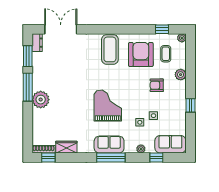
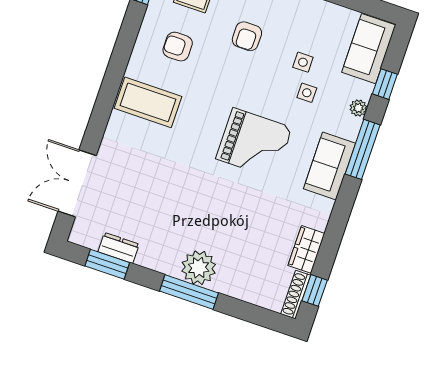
dresser: (37, 43) -> (119, 248), moved
armchair: (141, 54) -> (178, 47), width x0.53, depth x0.53
window: (28, 87) -> (189, 292), moved
grand piano: (108, 106) -> (254, 143), turned 180
window: (111, 157) -> (363, 149), moved

